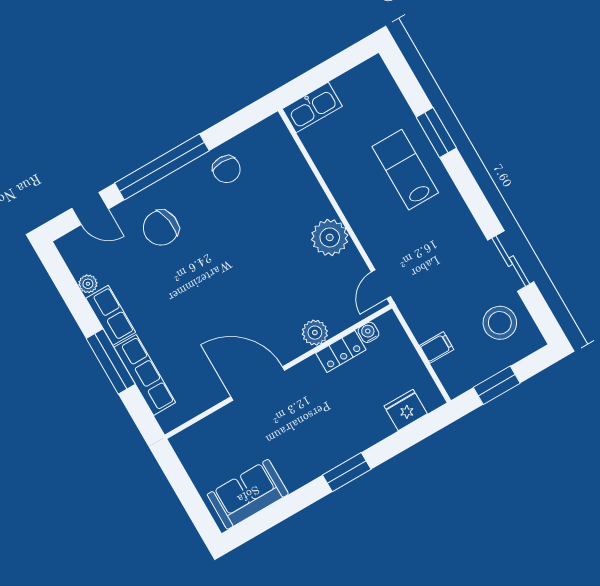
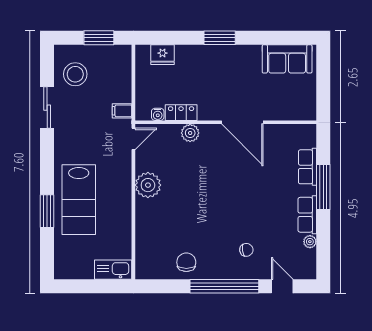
lab bench: (405, 170) -> (79, 200), width x1.36, depth x1.39
chair: (161, 228) -> (246, 250), width x0.54, depth x0.54
filing cabinet: (437, 347) -> (122, 111), moved
row of seats: (145, 375) -> (307, 167), width x0.68

